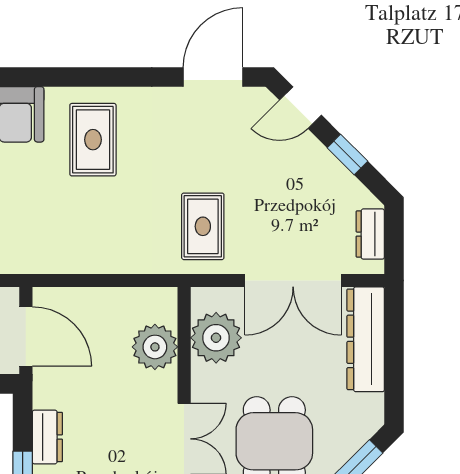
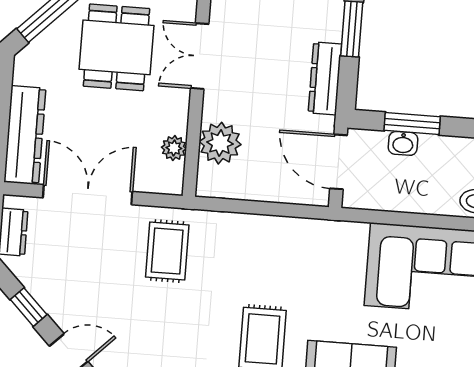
plant: (216, 338) -> (174, 148), width x0.53, depth x0.53
dresser: (47, 437) -> (325, 78), width x1.44

